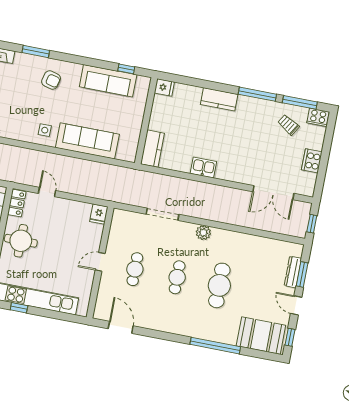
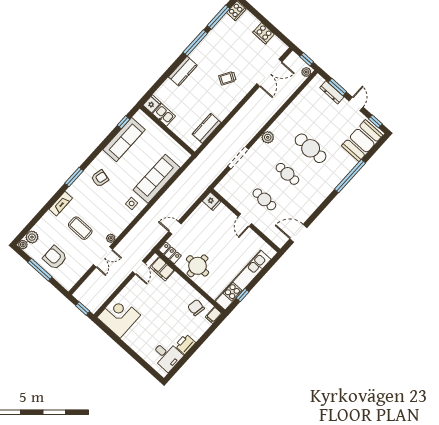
trolley: (288, 125) -> (227, 78), moved
kitchen counter: (152, 149) -> (207, 128), moved, turned -90
kitchen sink: (203, 167) -> (164, 115), moved, turned 90
plant: (298, 232) -> (306, 72), added
door: (296, 305) -> (356, 104), swing flipped

